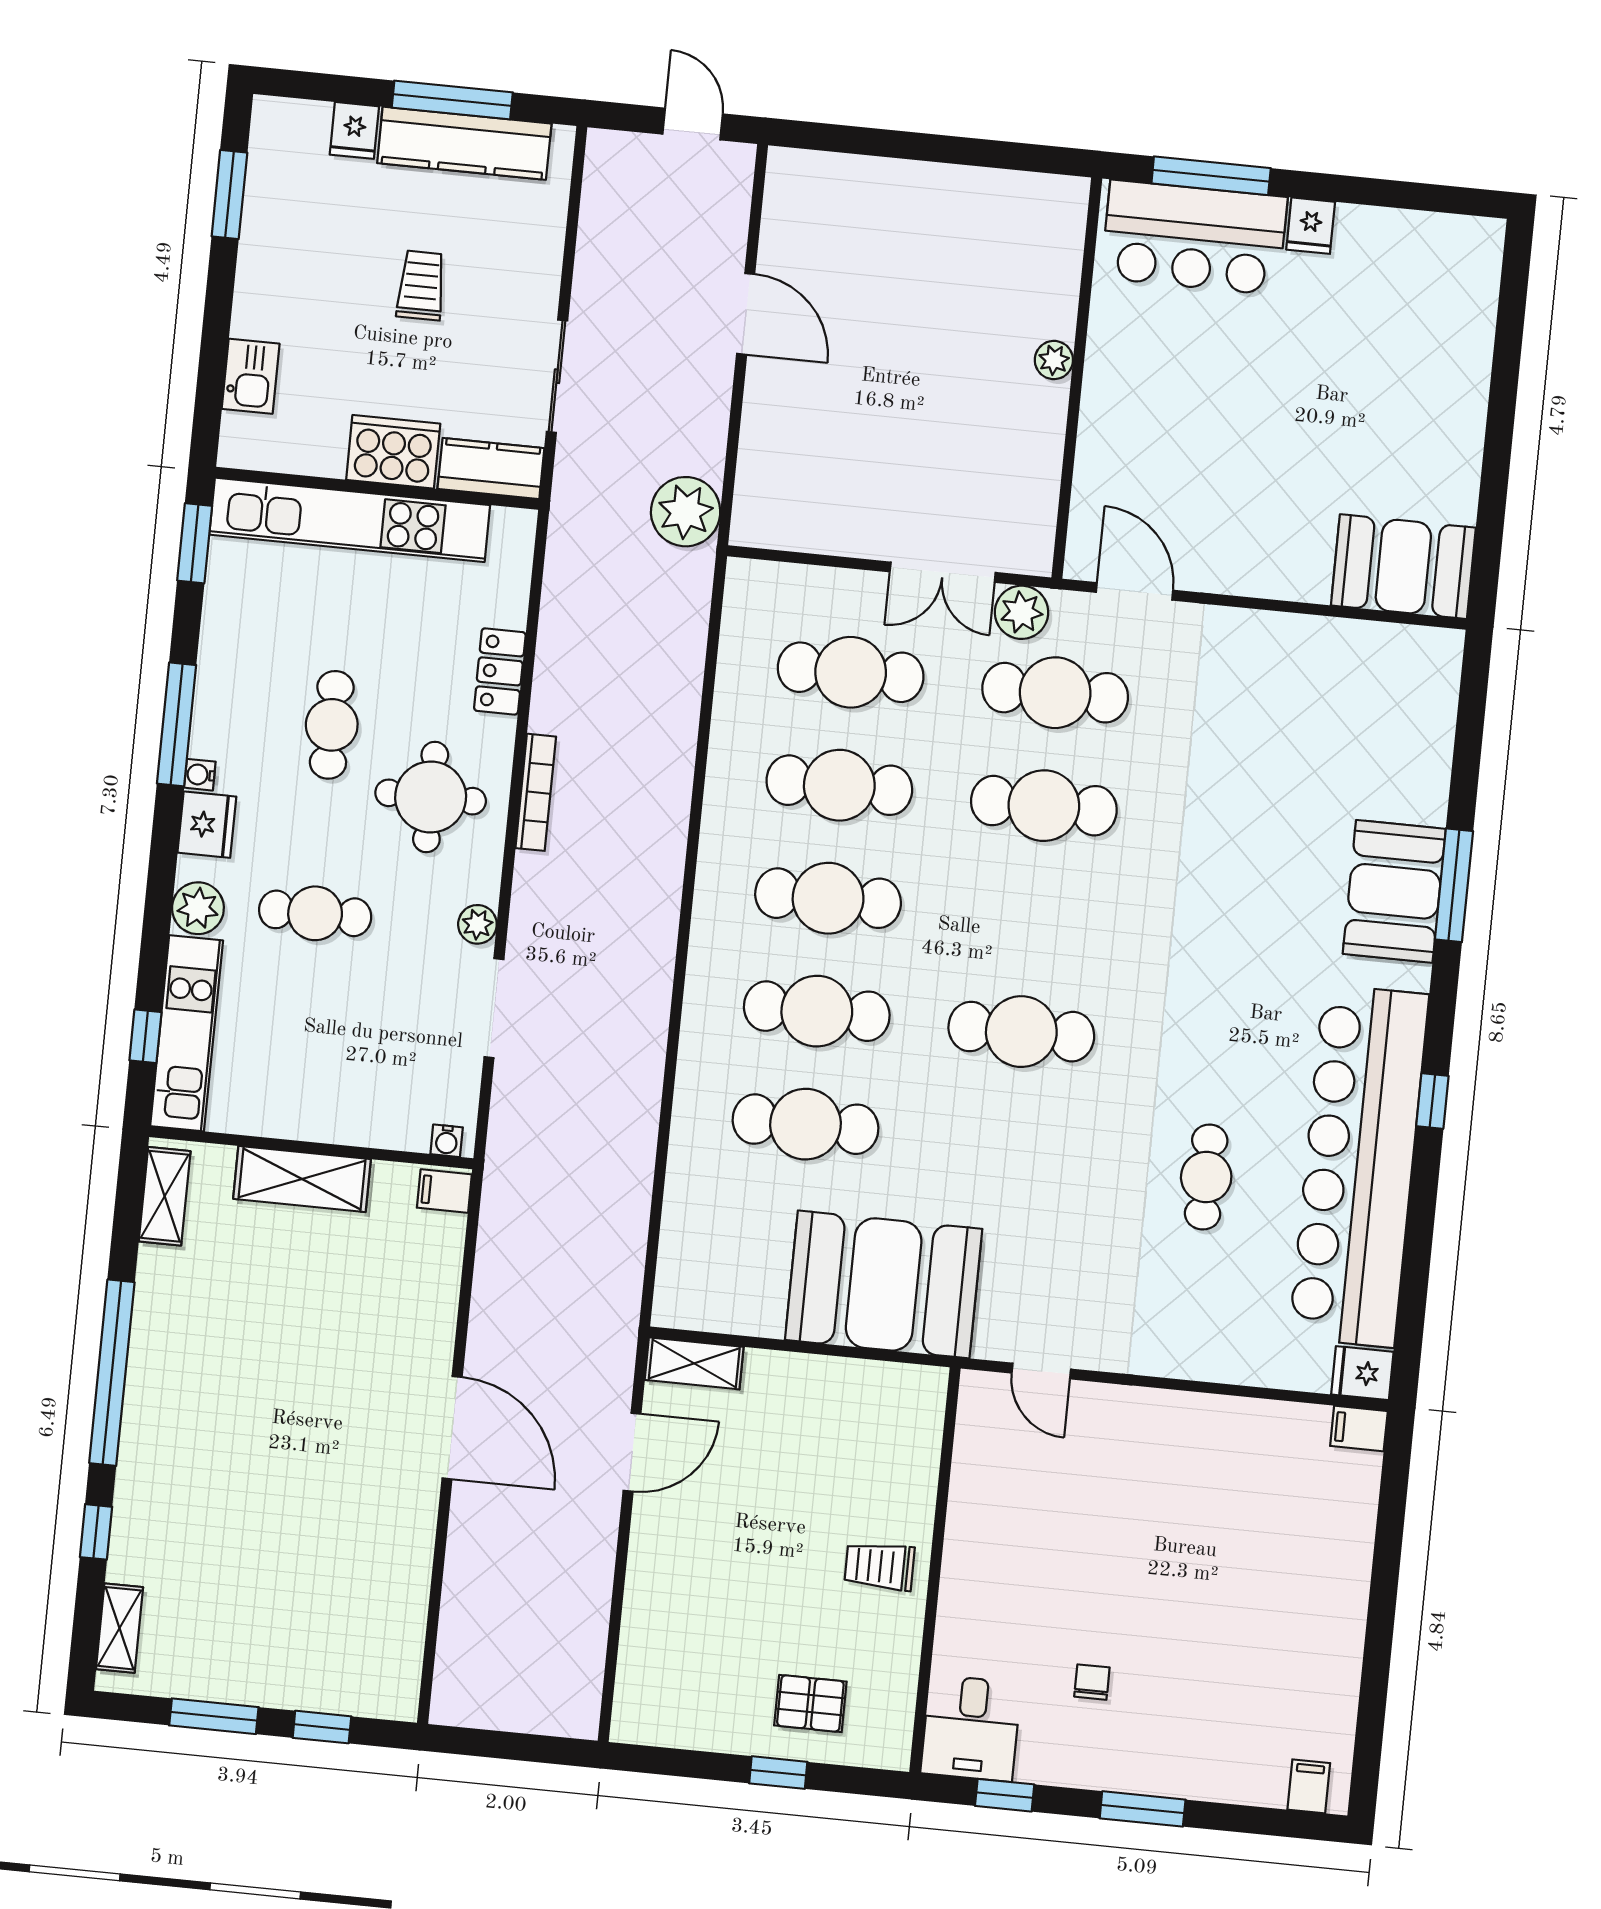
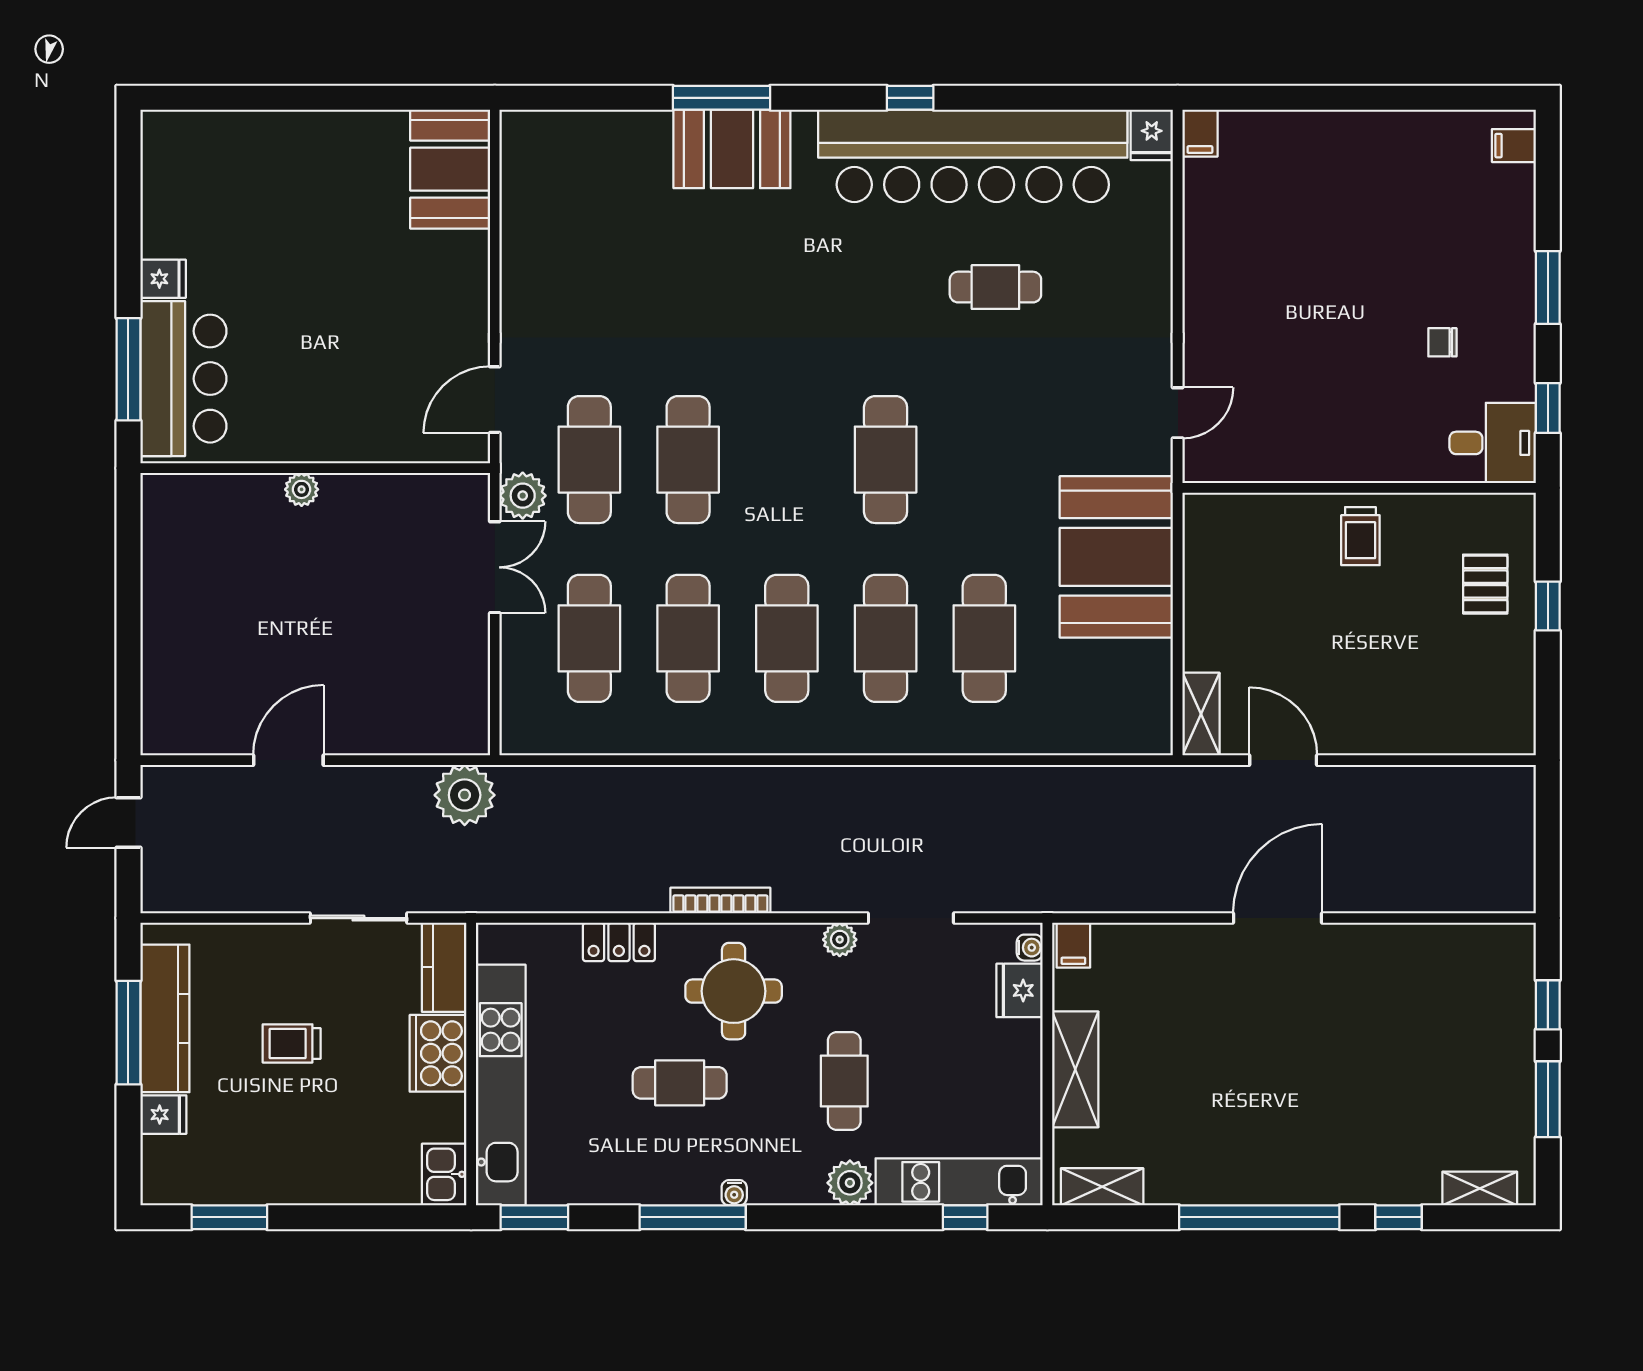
kitchen sink: (251, 376) -> (444, 1174), moved, turned -90
fridge: (207, 825) -> (1020, 990), moved, turned -90

